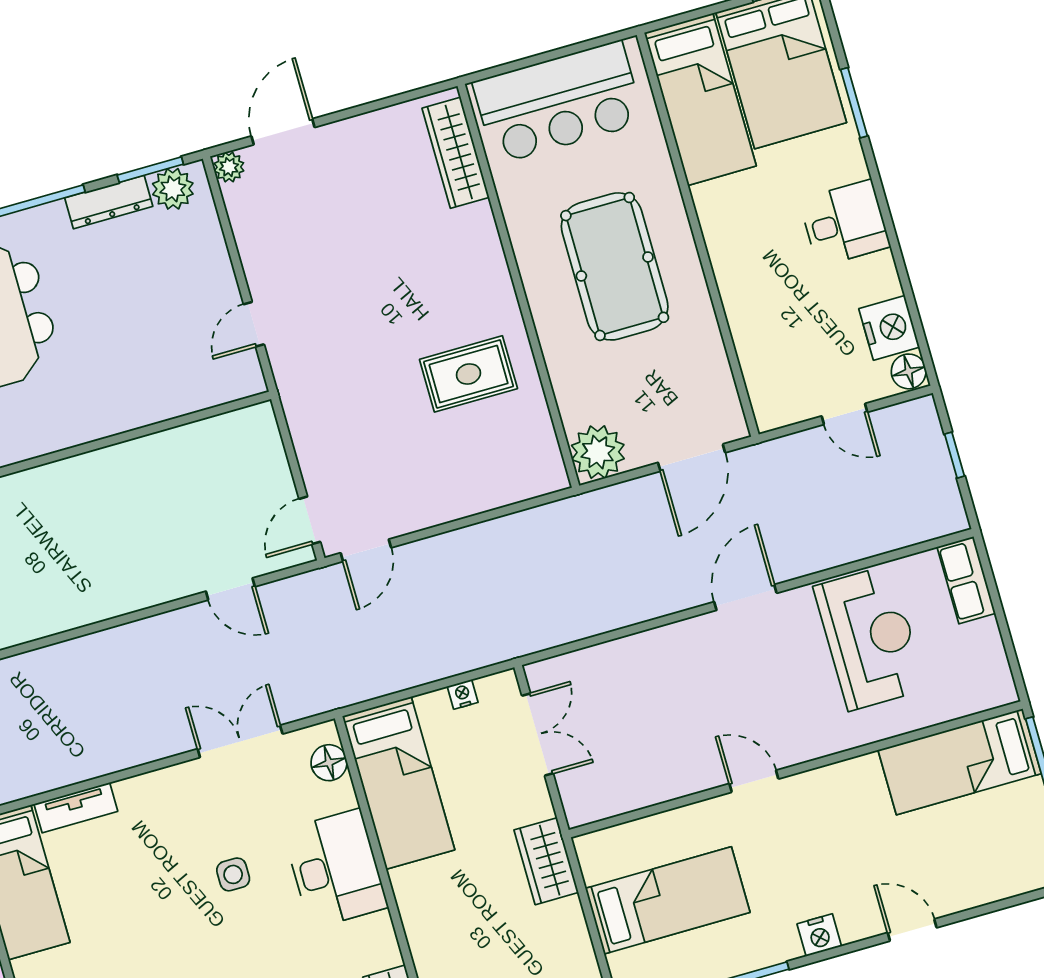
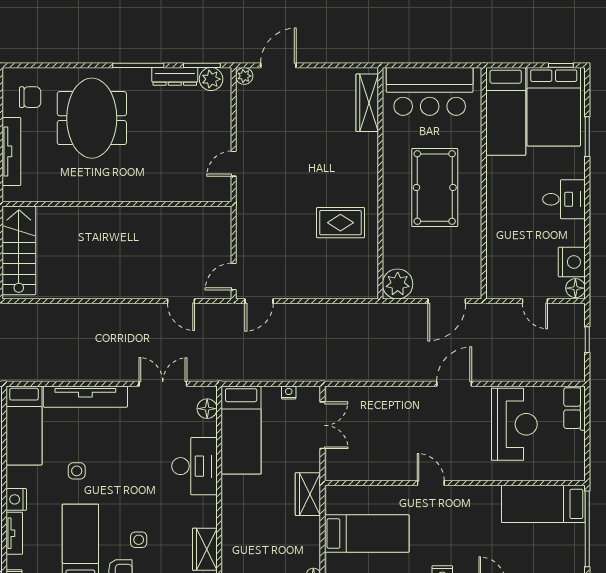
tv unit: (76, 808) -> (85, 397), width x1.92, depth x1.29
side table: (233, 874) -> (77, 471), moved

